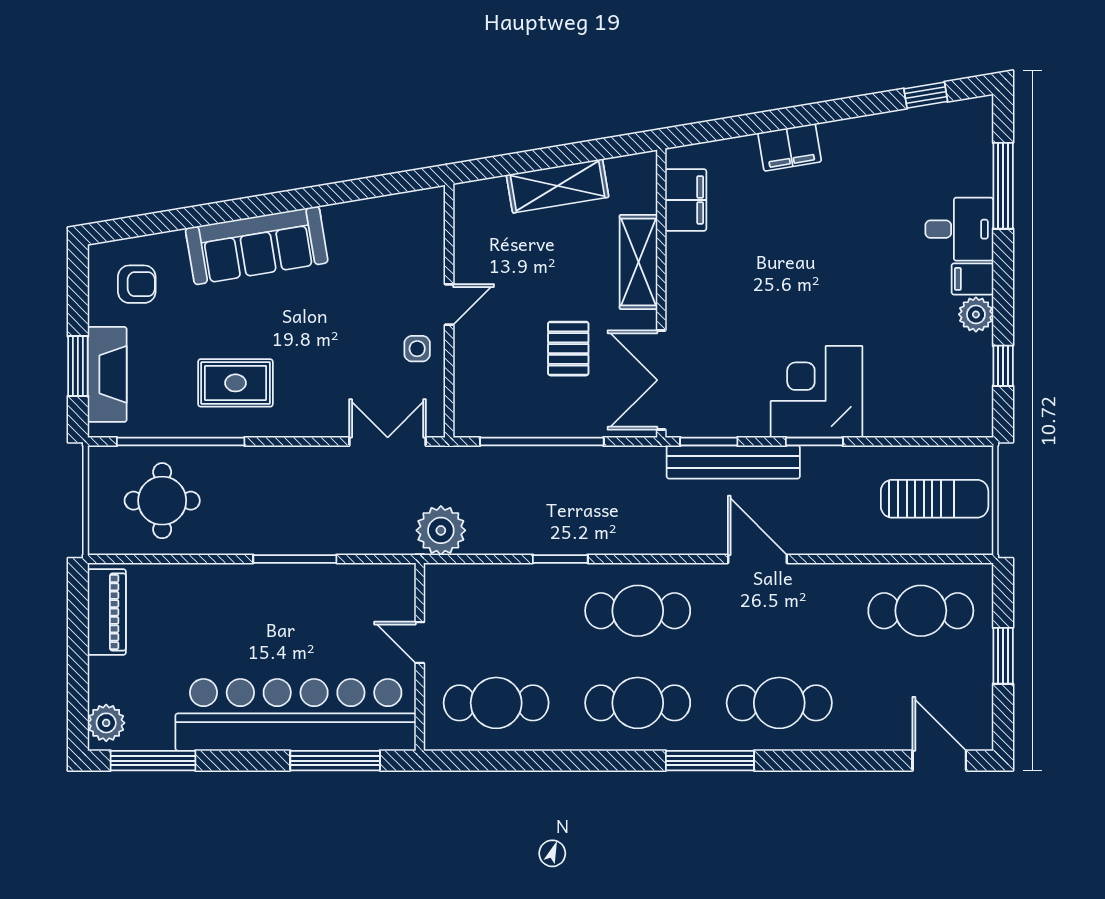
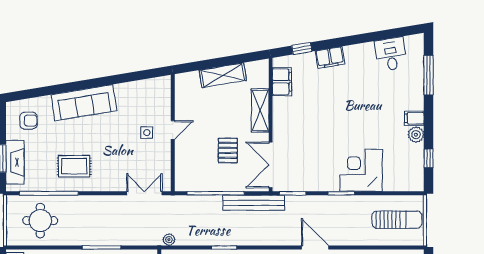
window: (926, 95) -> (302, 48), moved
desk: (959, 229) -> (391, 54), moved, turned -99
side table: (417, 349) -> (147, 133), moved
corner desk: (817, 392) -> (361, 170), moved
bench: (733, 462) -> (254, 203), moved
plant: (441, 530) -> (169, 240), width x0.53, depth x0.53

